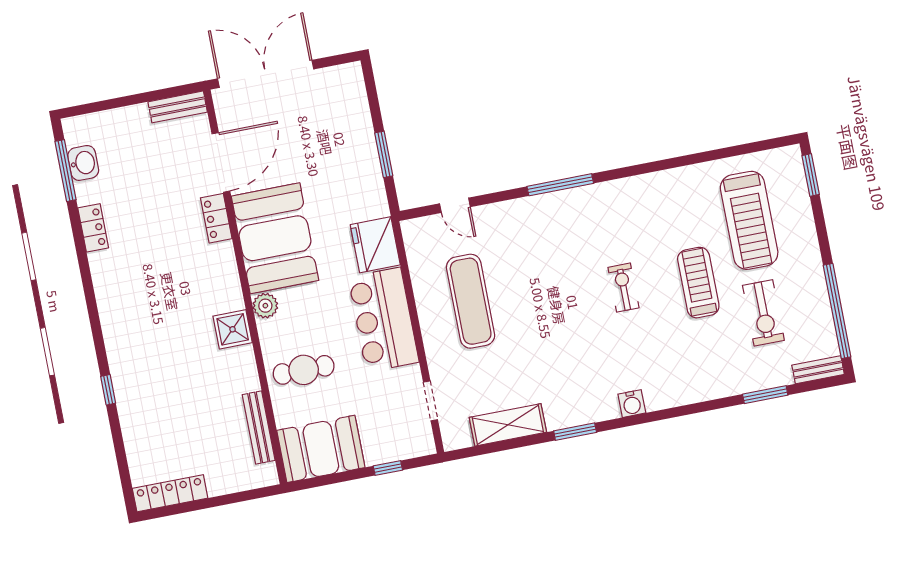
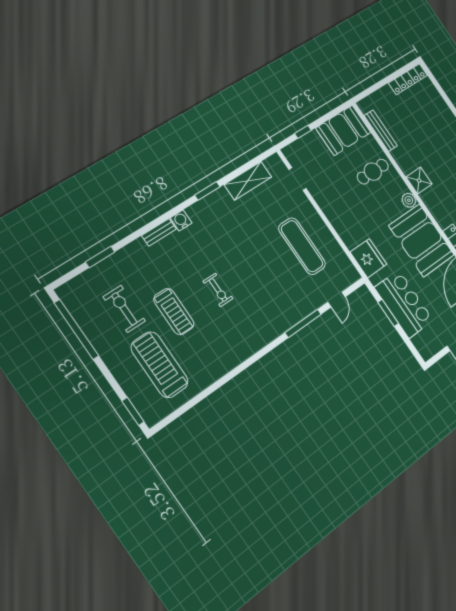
window: (560, 185) -> (303, 323), moved
door: (455, 205) -> (336, 300), swing flipped
bar counter: (384, 320) -> (404, 304), moved
bench: (818, 370) -> (159, 232), moved

